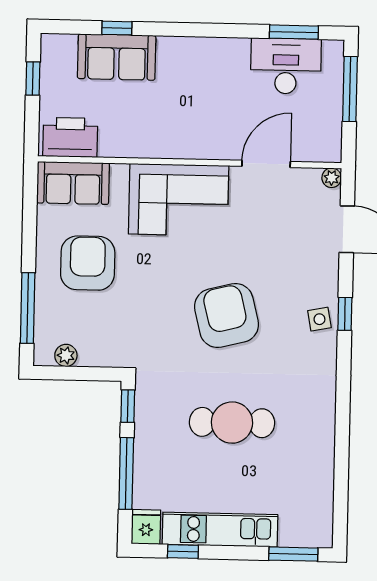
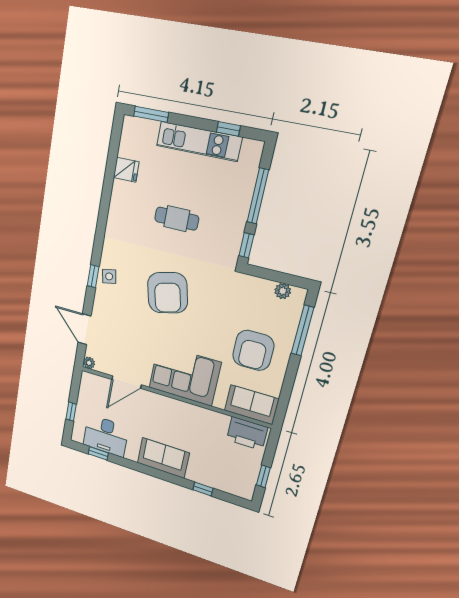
window: (294, 32) -> (98, 453), width x0.67
sofa: (117, 57) -> (163, 458), moved
window: (350, 89) -> (71, 412), width x0.46
cafe table: (232, 423) -> (177, 219), width x0.73, depth x0.74
fridge: (146, 527) -> (126, 170), moved, turned -90

